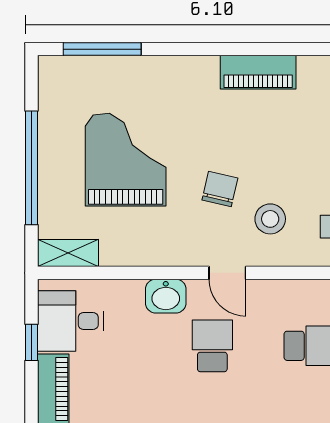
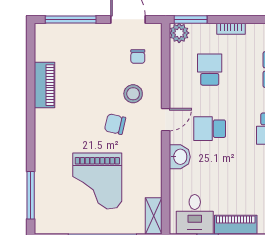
piano: (258, 72) -> (44, 85), moved
grand piano: (126, 160) -> (97, 181), turned -90

